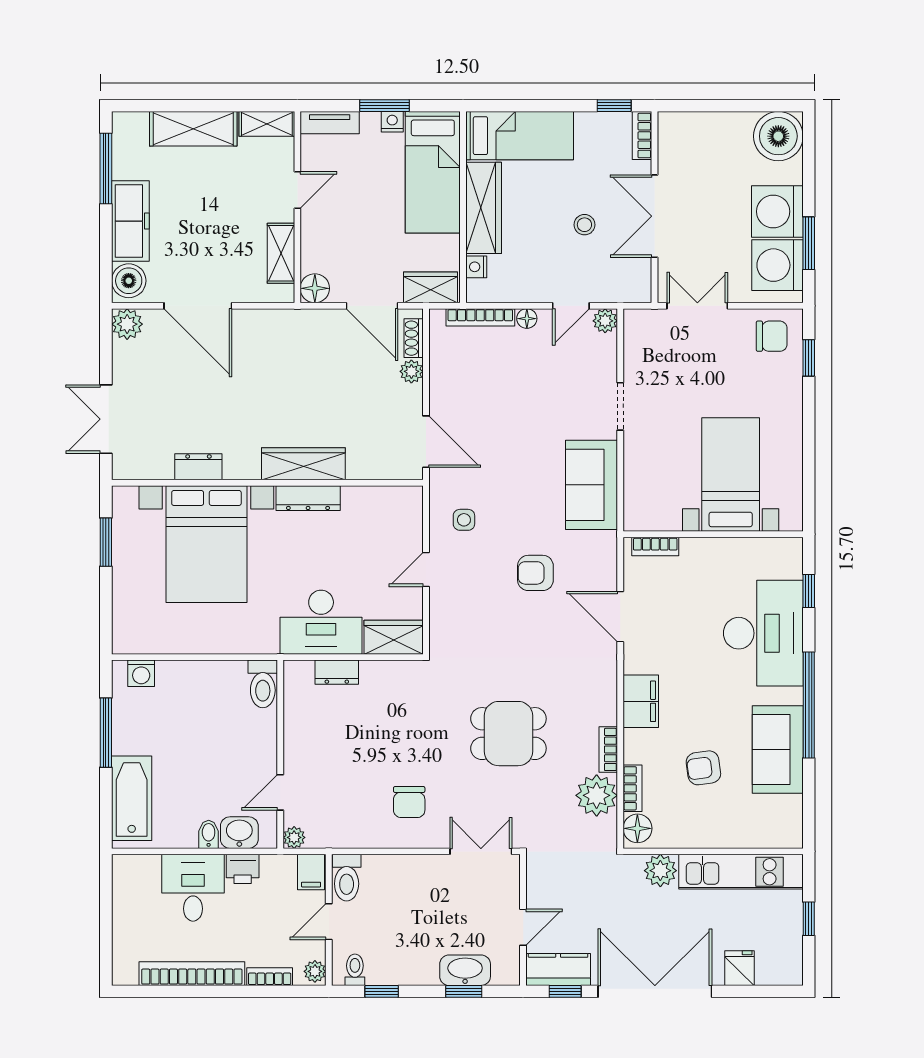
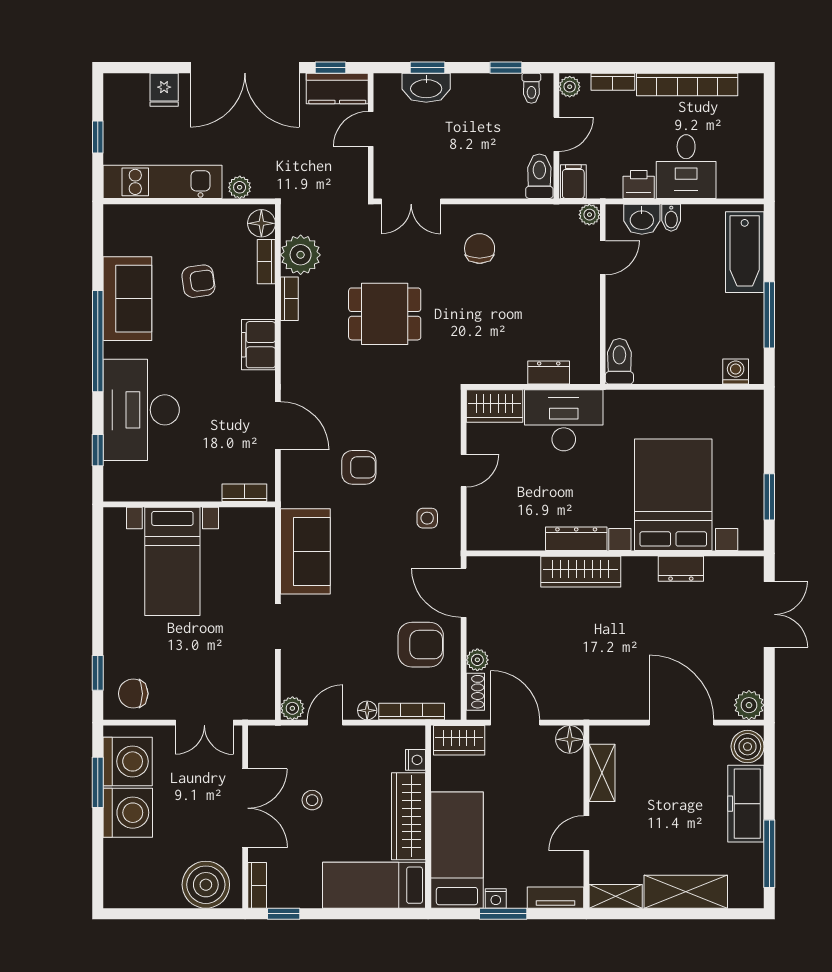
boiler: (778, 136) -> (206, 885), moved
armchair: (471, 387) -> (421, 645), added
plant: (660, 871) -> (240, 187), width x0.73, depth x0.73

